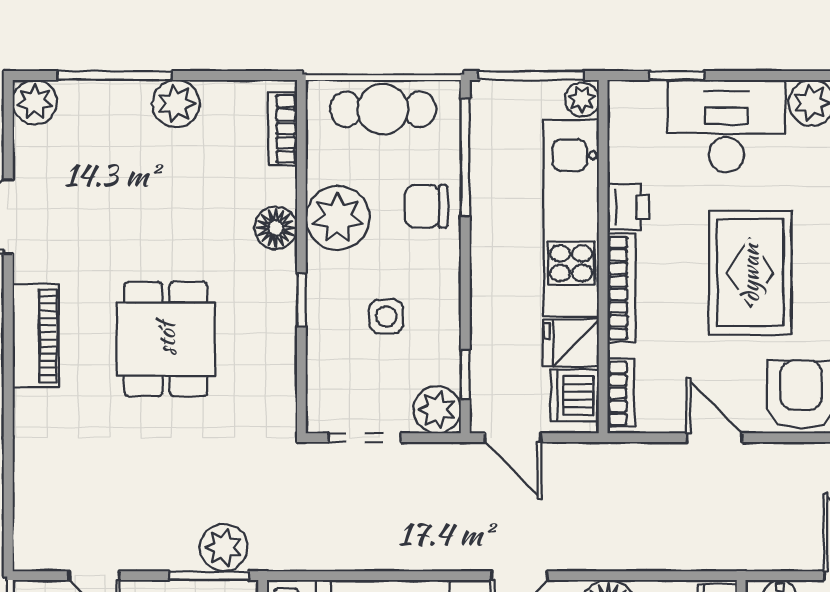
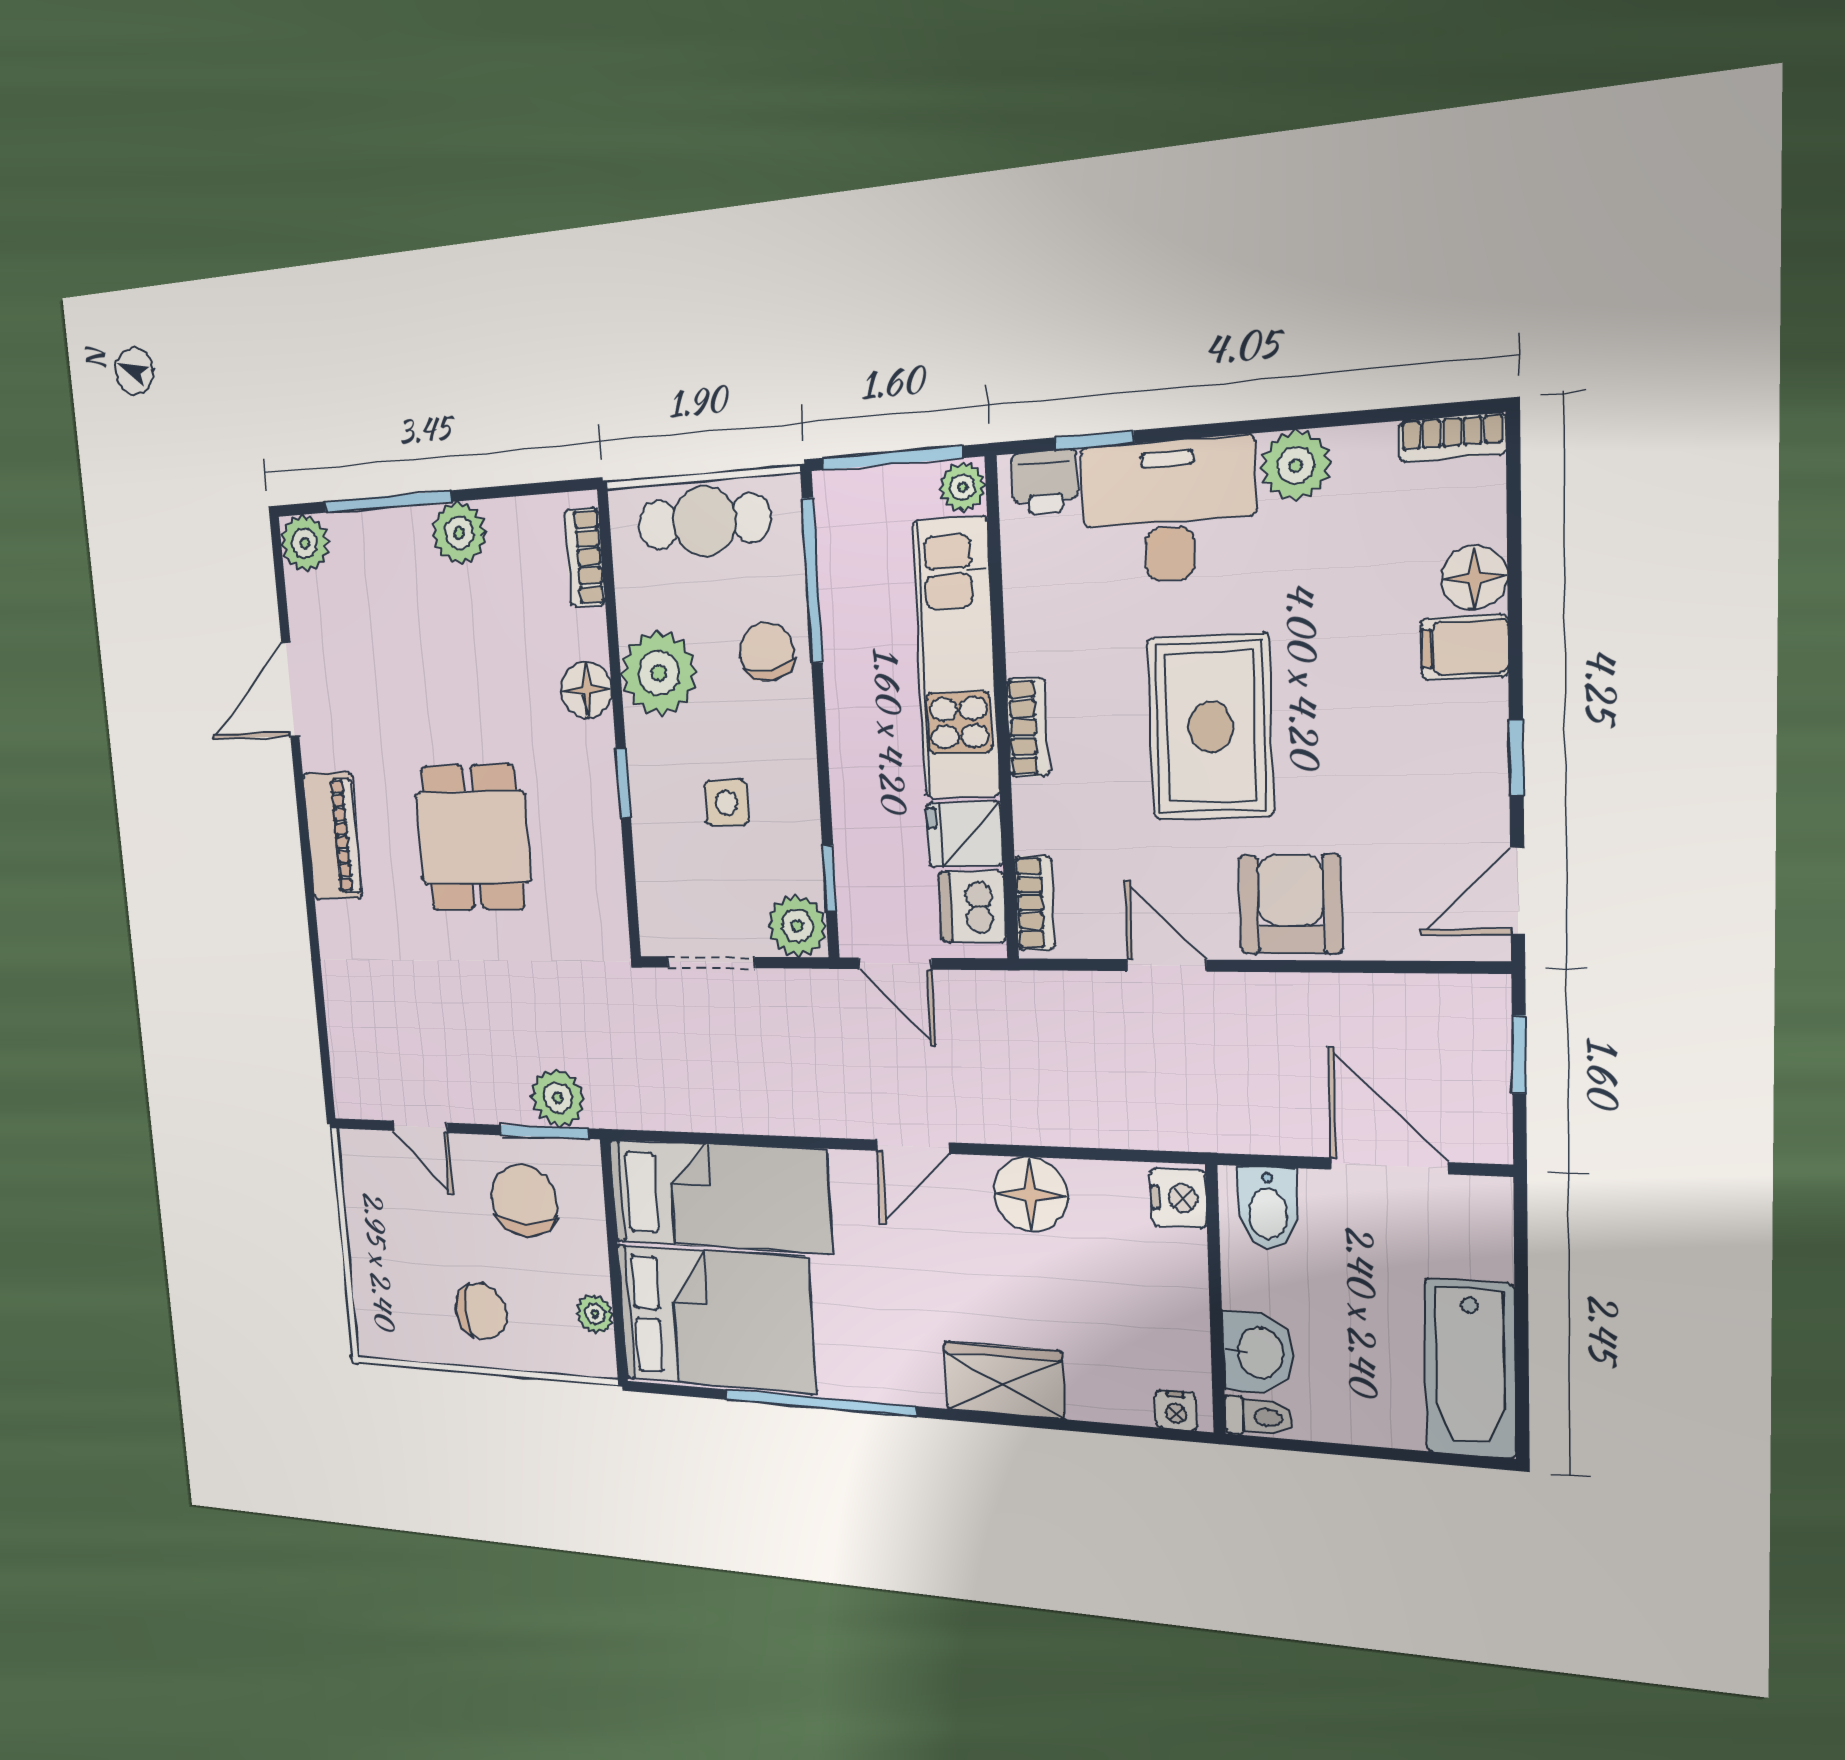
chair: (426, 206) -> (767, 652), turned 81
printer: (628, 207) -> (1045, 482), moved, turned 90
bookcase: (621, 288) -> (1028, 727), width x0.64

